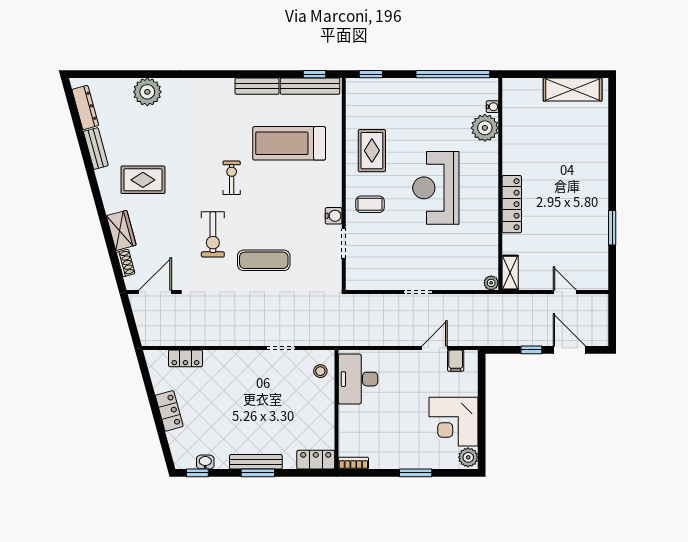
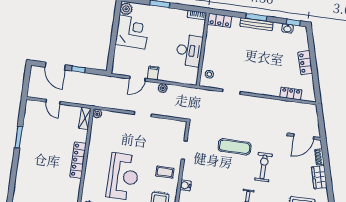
water cooler: (334, 216) -> (186, 186), moved
plant: (392, 339) -> (163, 88), added
filing cabinet: (456, 361) -> (153, 73), moved
desk: (358, 379) -> (189, 51), moved

